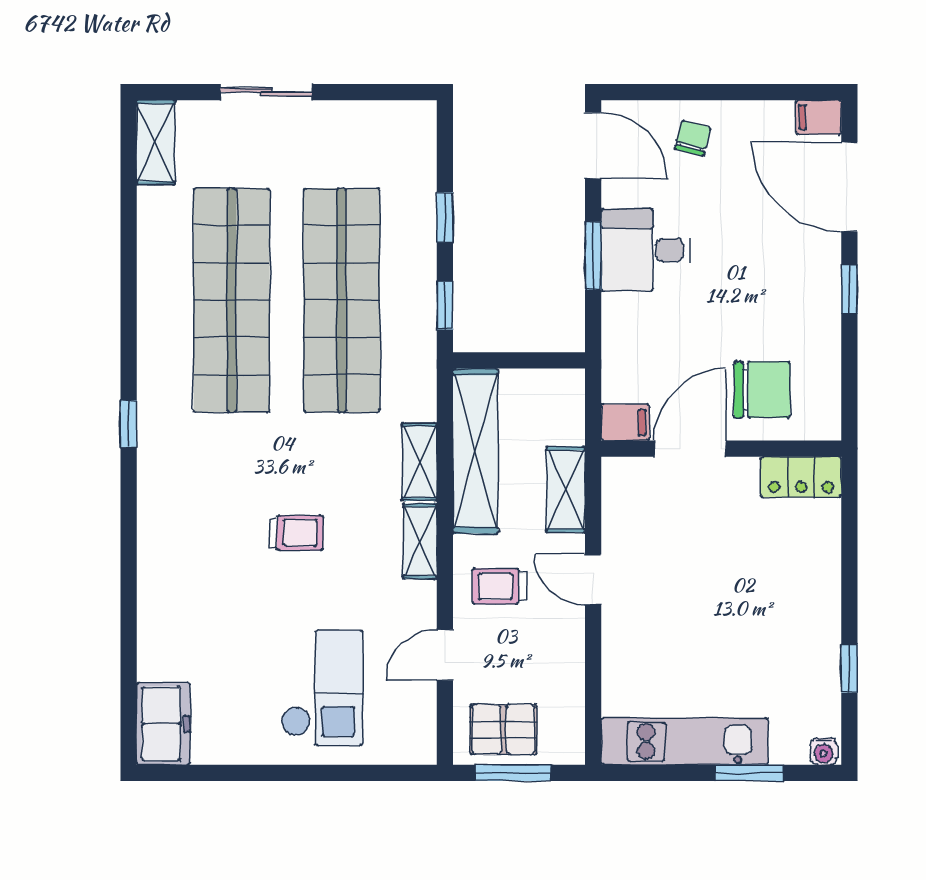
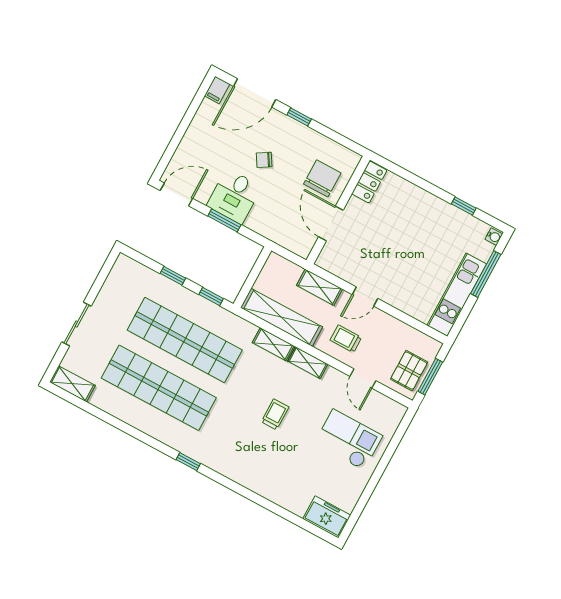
chair: (693, 138) -> (264, 160), moved, turned -46
filing cabinet: (625, 422) -> (304, 246), removed
trolley: (499, 586) -> (346, 339), turned 90
window: (749, 773) -> (486, 274), width x1.44

